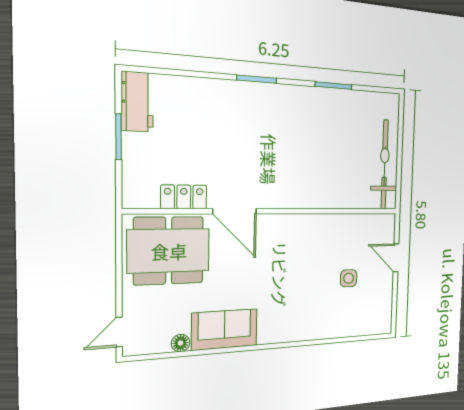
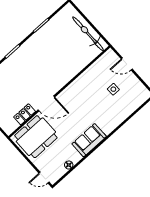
sofa: (225, 329) -> (89, 140), moved
door: (119, 332) -> (44, 178), hinge flipped

